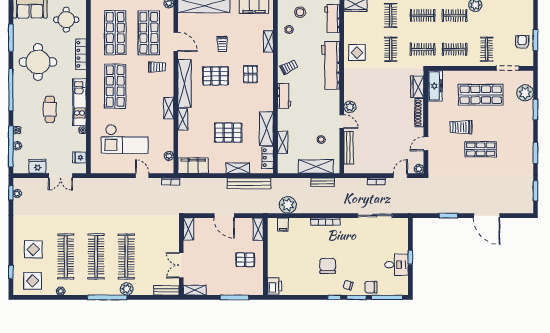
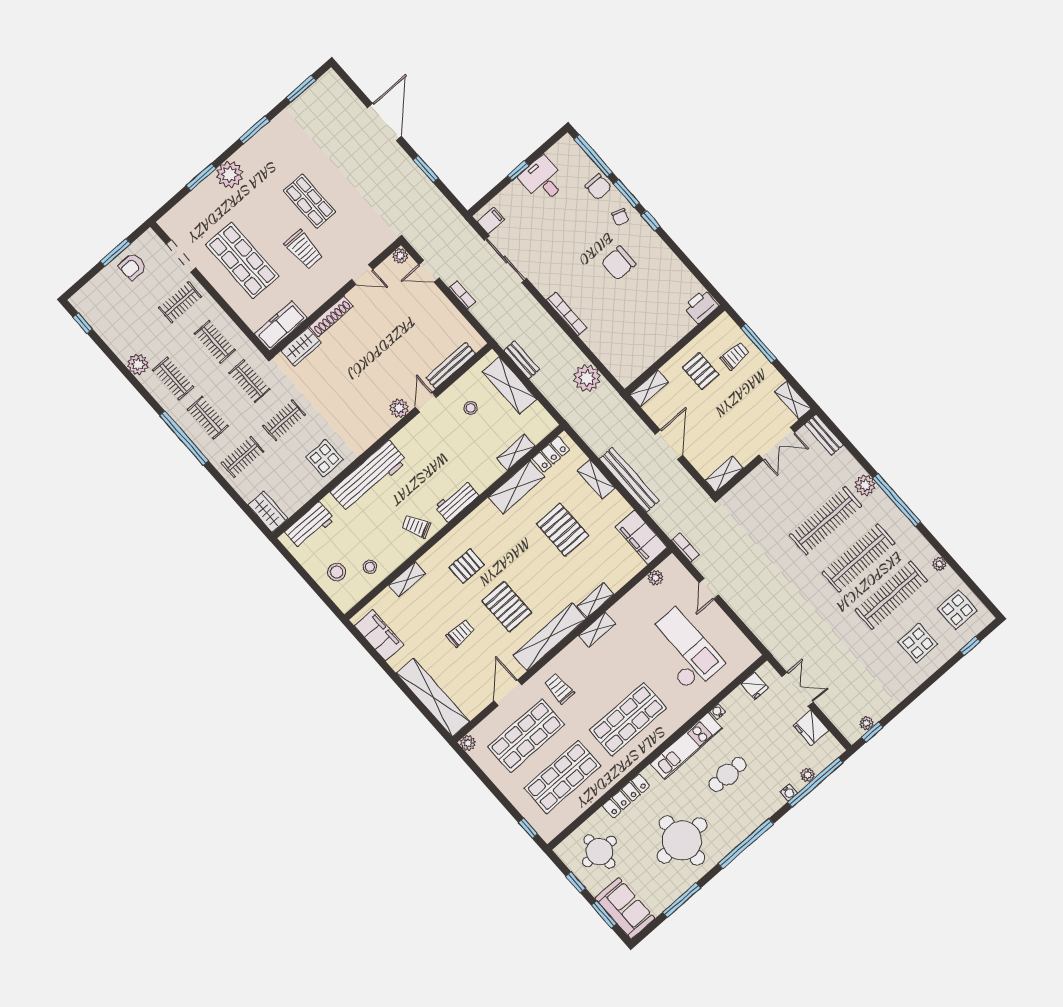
plant: (525, 93) -> (230, 174), moved
bench: (249, 183) -> (629, 480), moved
filing cabinet: (283, 225) -> (491, 221), moved
trolley: (238, 282) -> (735, 356), added

